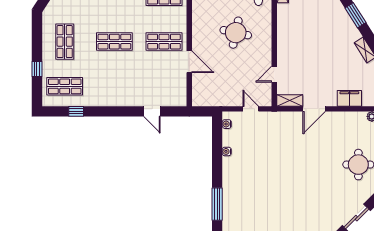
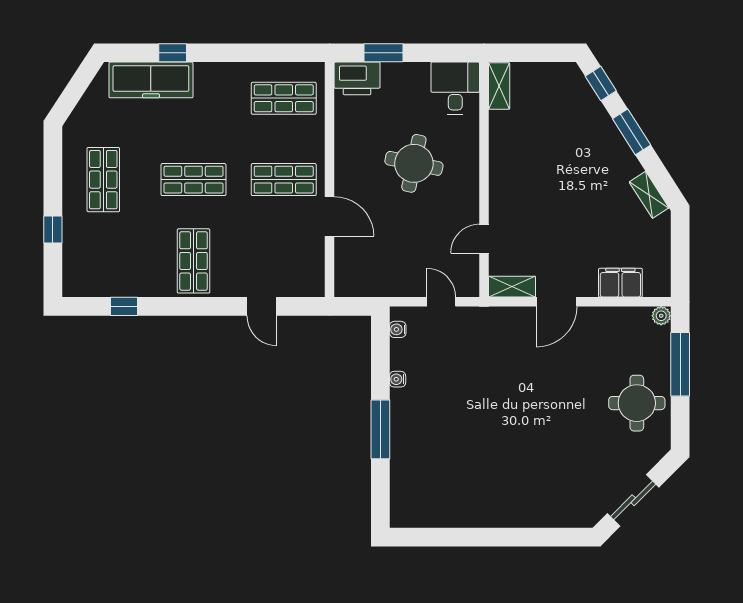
shop shelf: (65, 86) -> (194, 261), moved, turned 90
window: (217, 204) -> (380, 429), moved

